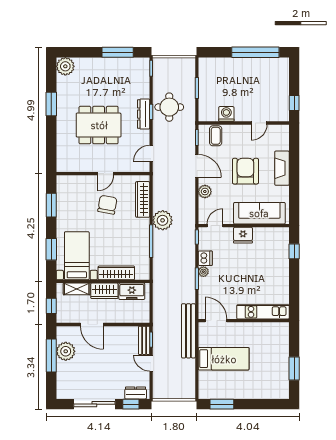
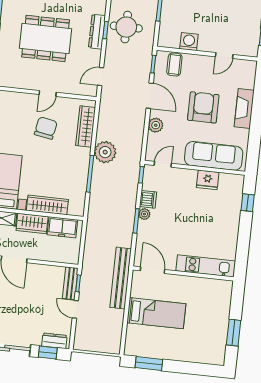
fridge: (243, 235) -> (208, 180), moved

